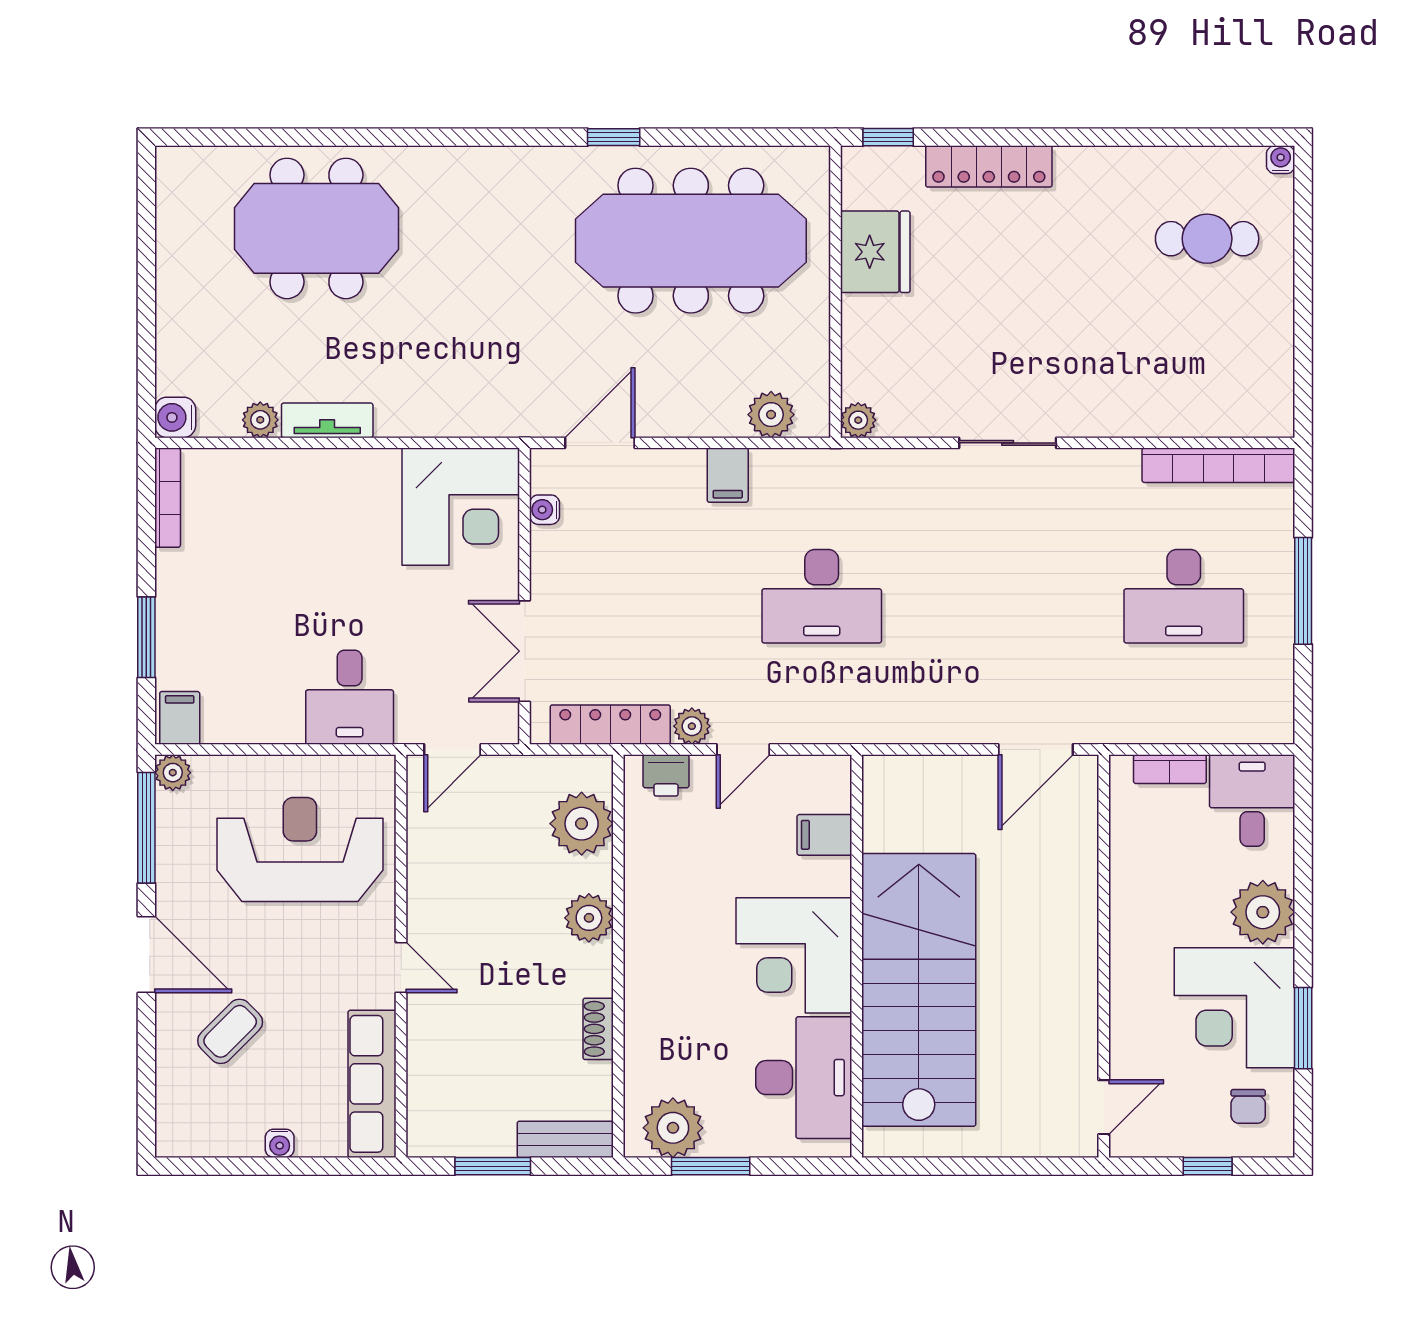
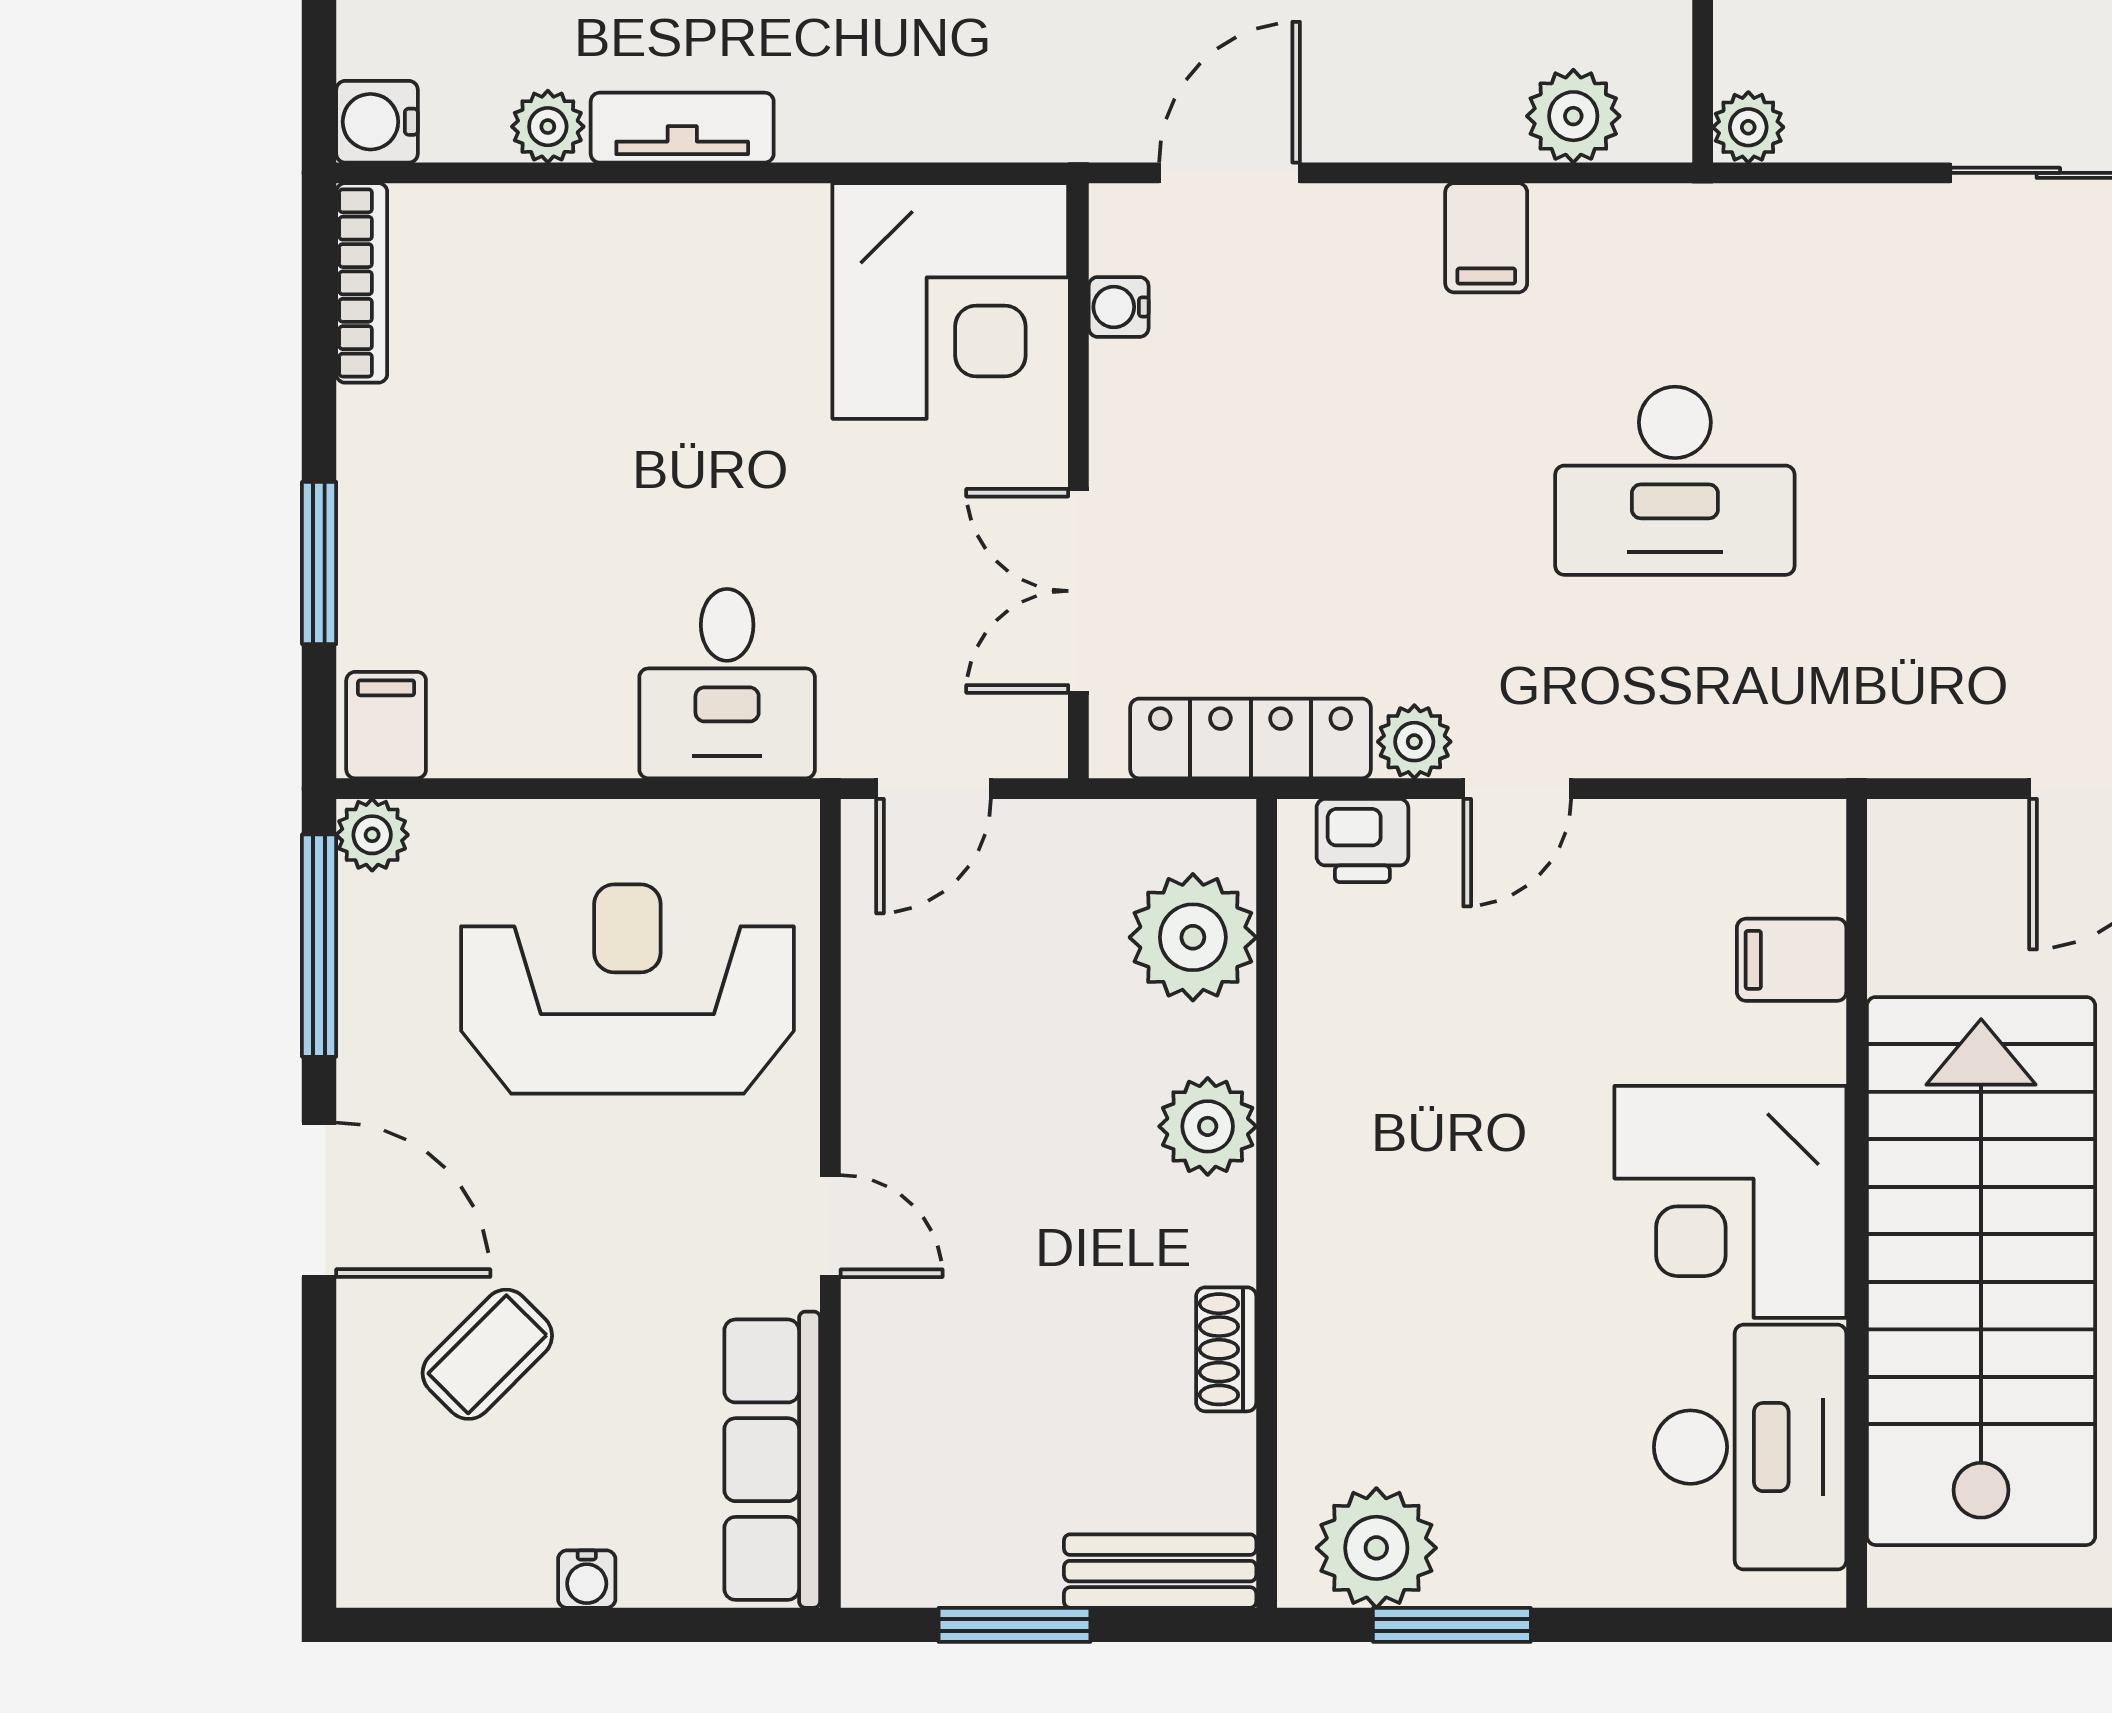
filing cabinet: (824, 835) -> (1792, 960), moved
corner desk: (794, 955) -> (1730, 1202), moved
wall: (857, 956) -> (1857, 1203), moved
stairs: (919, 990) -> (1981, 1271), moved
desk: (804, 1078) -> (1750, 1447), moved

